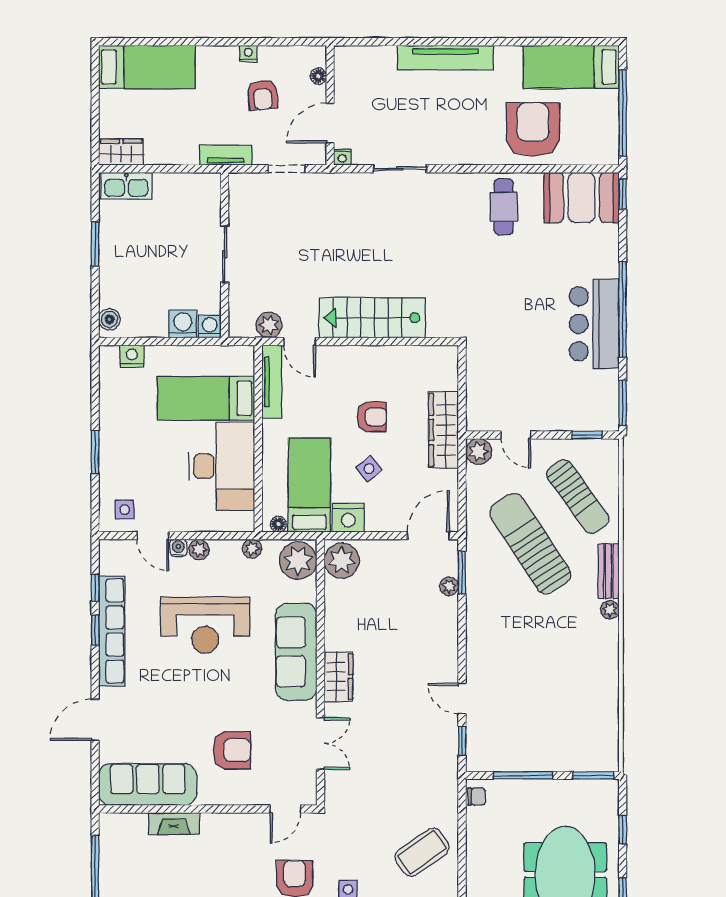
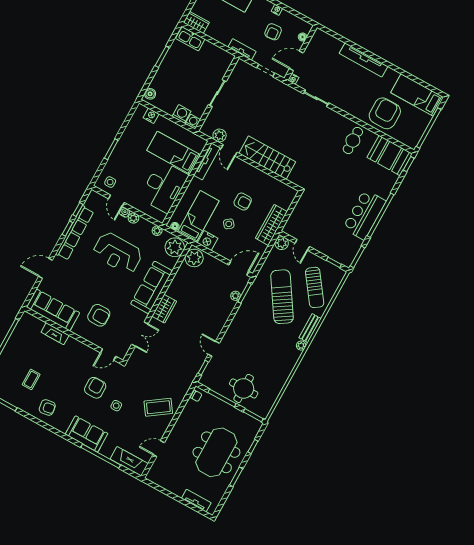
round table: (551, 738) -> (244, 388), added

